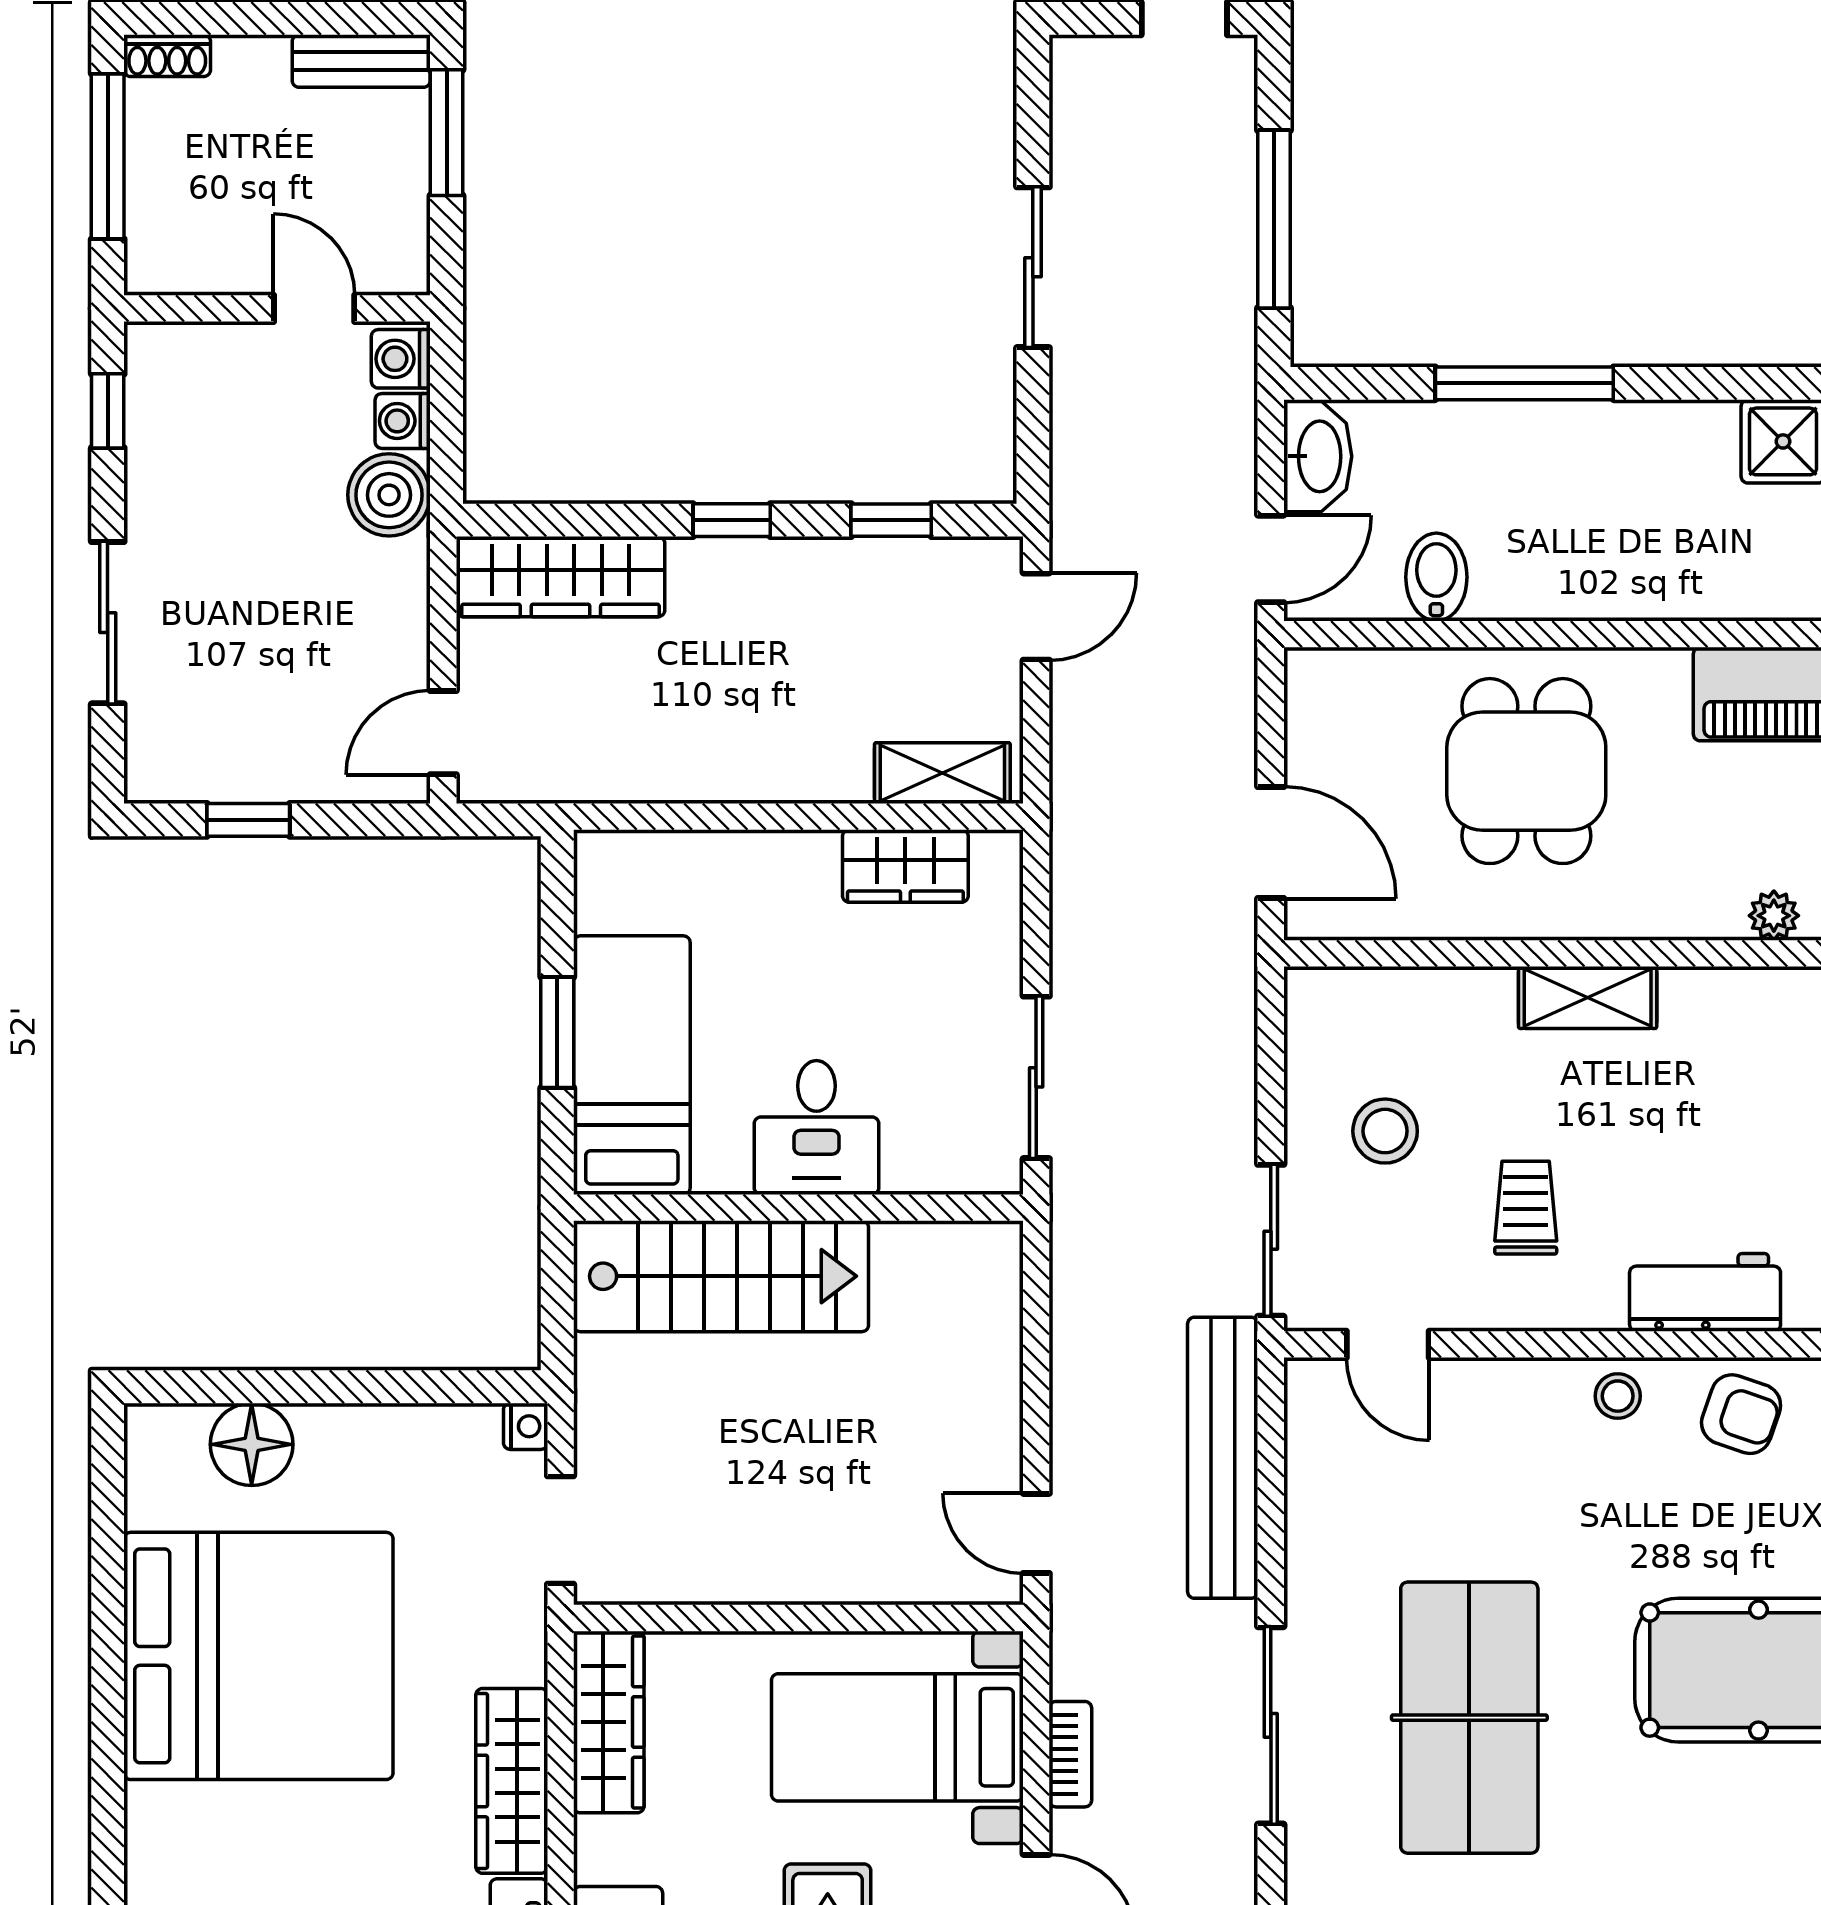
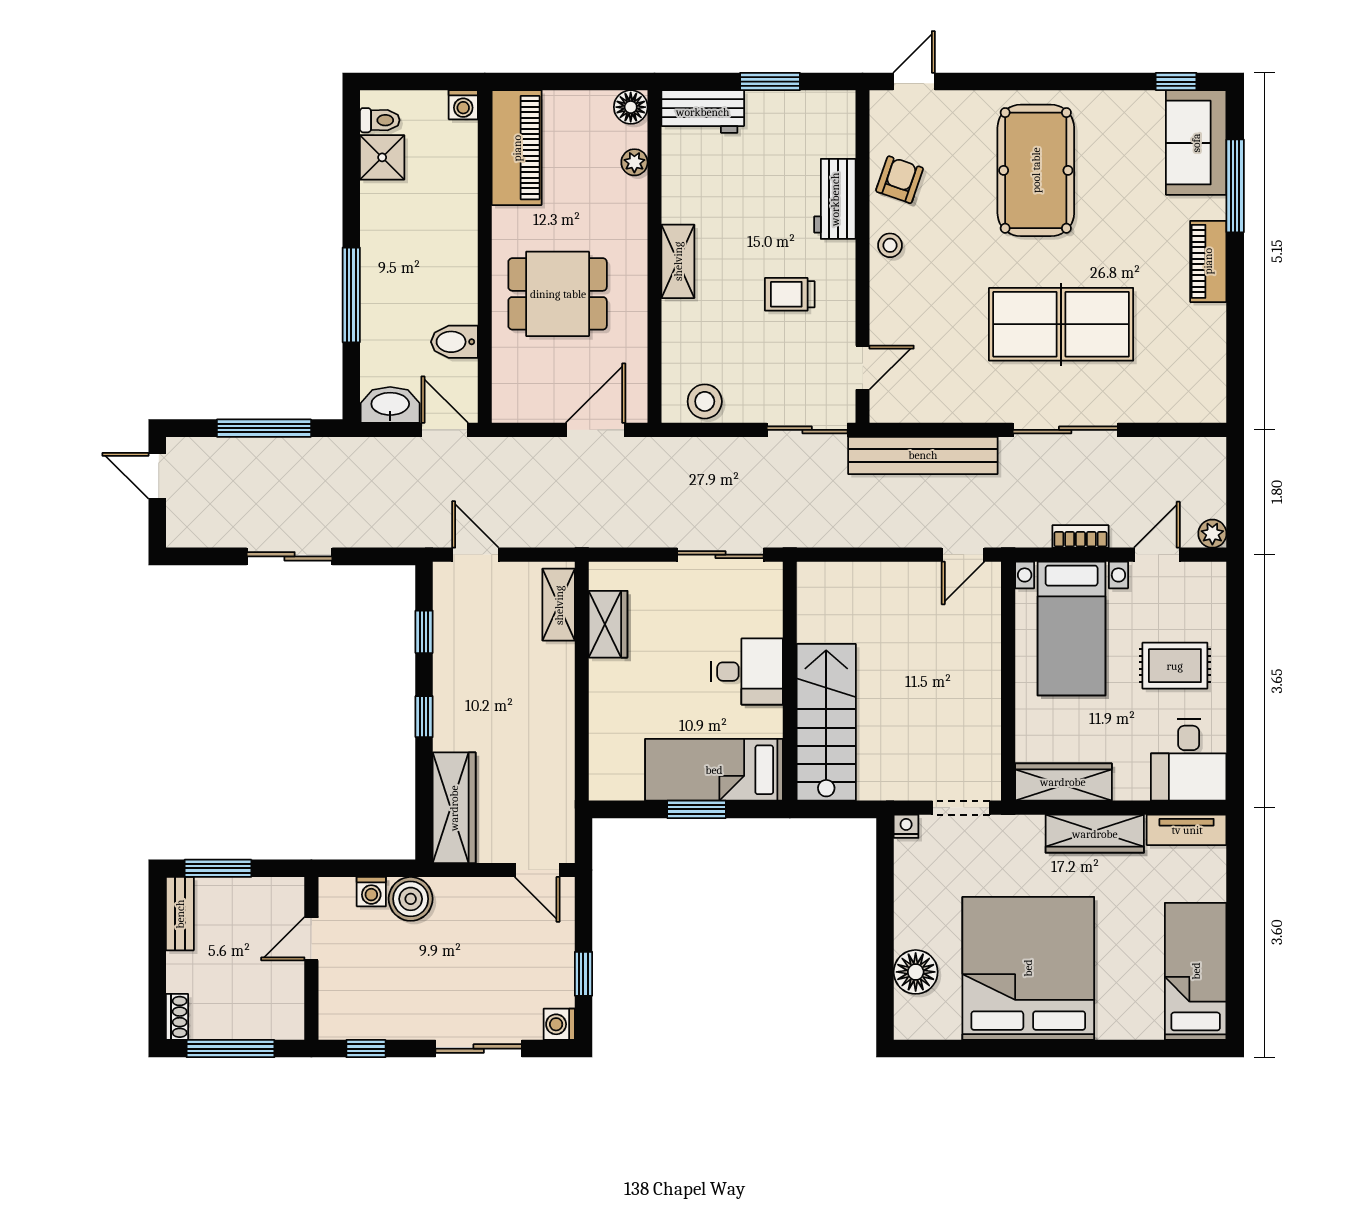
washing machine: (401, 359) -> (559, 1024), moved, turned 90
stool: (1385, 1131) -> (705, 401), moved

